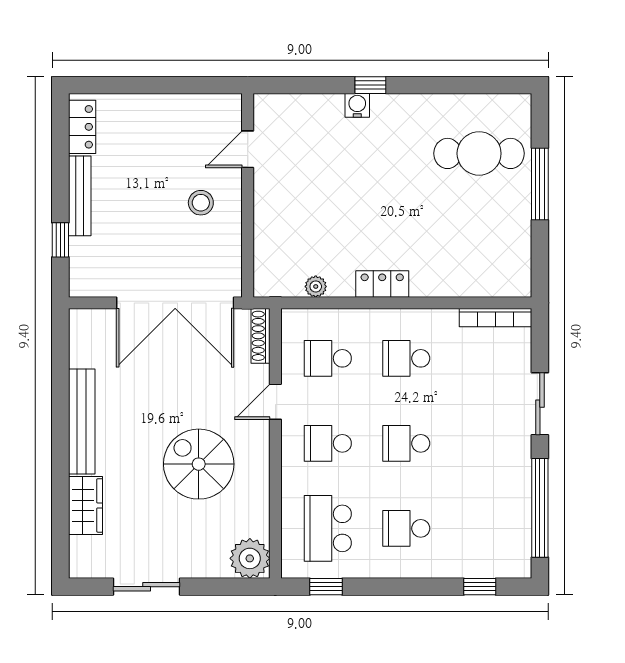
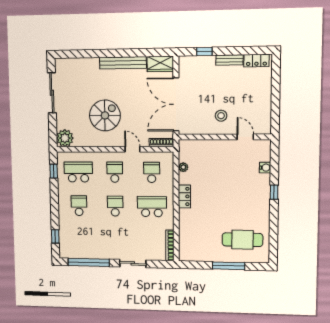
water cooler: (357, 105) -> (265, 168), moved
cafe table: (479, 153) -> (242, 240), turned 90
bench: (80, 196) -> (229, 60), width x0.73
school desk: (406, 358) -> (152, 207), width x1.85
wardrobe: (85, 505) -> (160, 64), moved
sliding door: (147, 587) -> (52, 93), width x1.37

